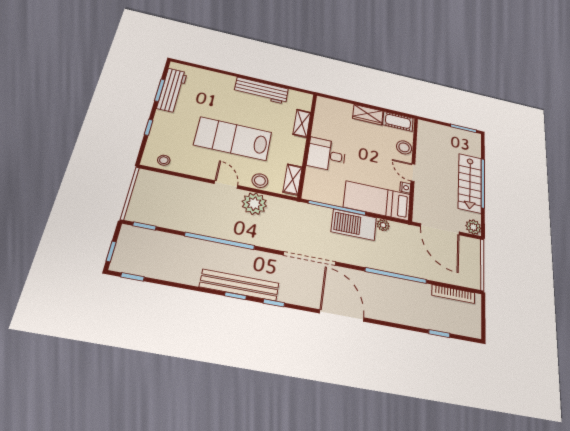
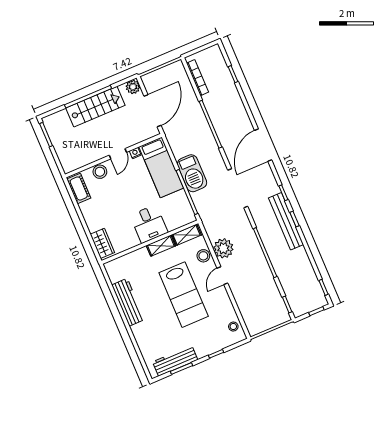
wardrobe: (368, 115) -> (102, 243), moved
shelving: (302, 123) -> (161, 246), moved
plant: (383, 225) -> (178, 153), removed

